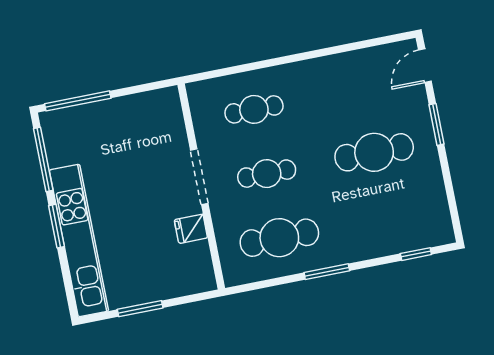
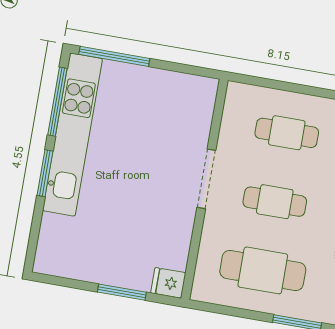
fridge: (191, 229) -> (168, 283), moved
kitchen unit: (79, 241) -> (73, 135), moved
window: (140, 309) -> (122, 292), moved

